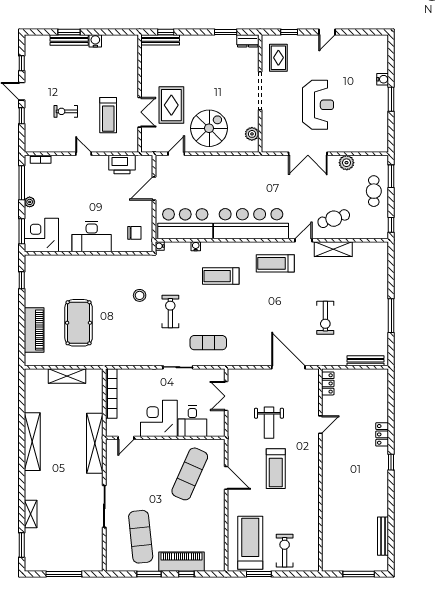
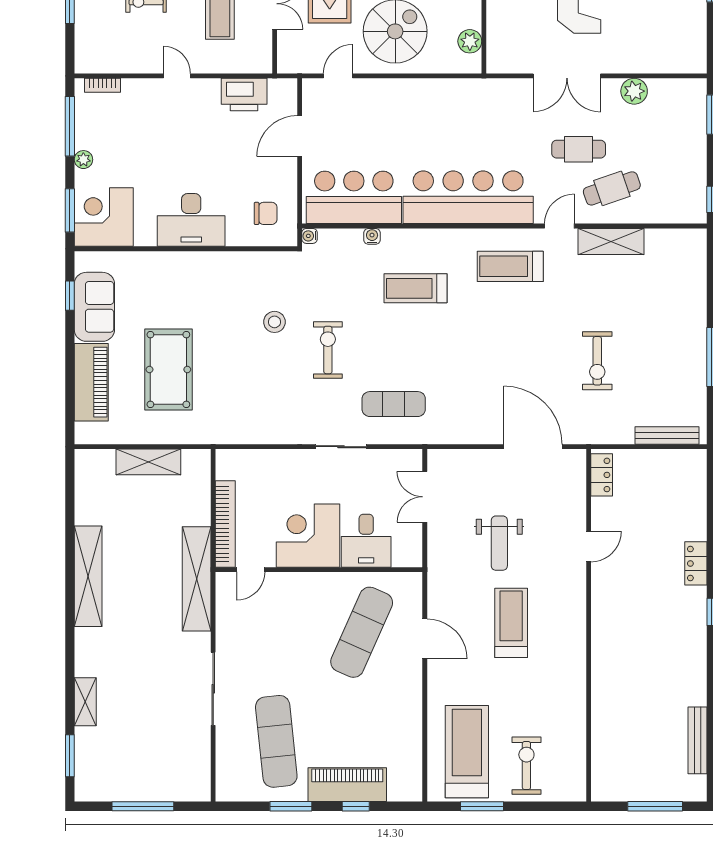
cafe table: (374, 191) -> (579, 149), moved, turned 90
sofa: (36, 287) -> (94, 307), added
bookcase: (111, 393) -> (225, 524), moved
treadmill: (276, 469) -> (511, 623), turned 180

